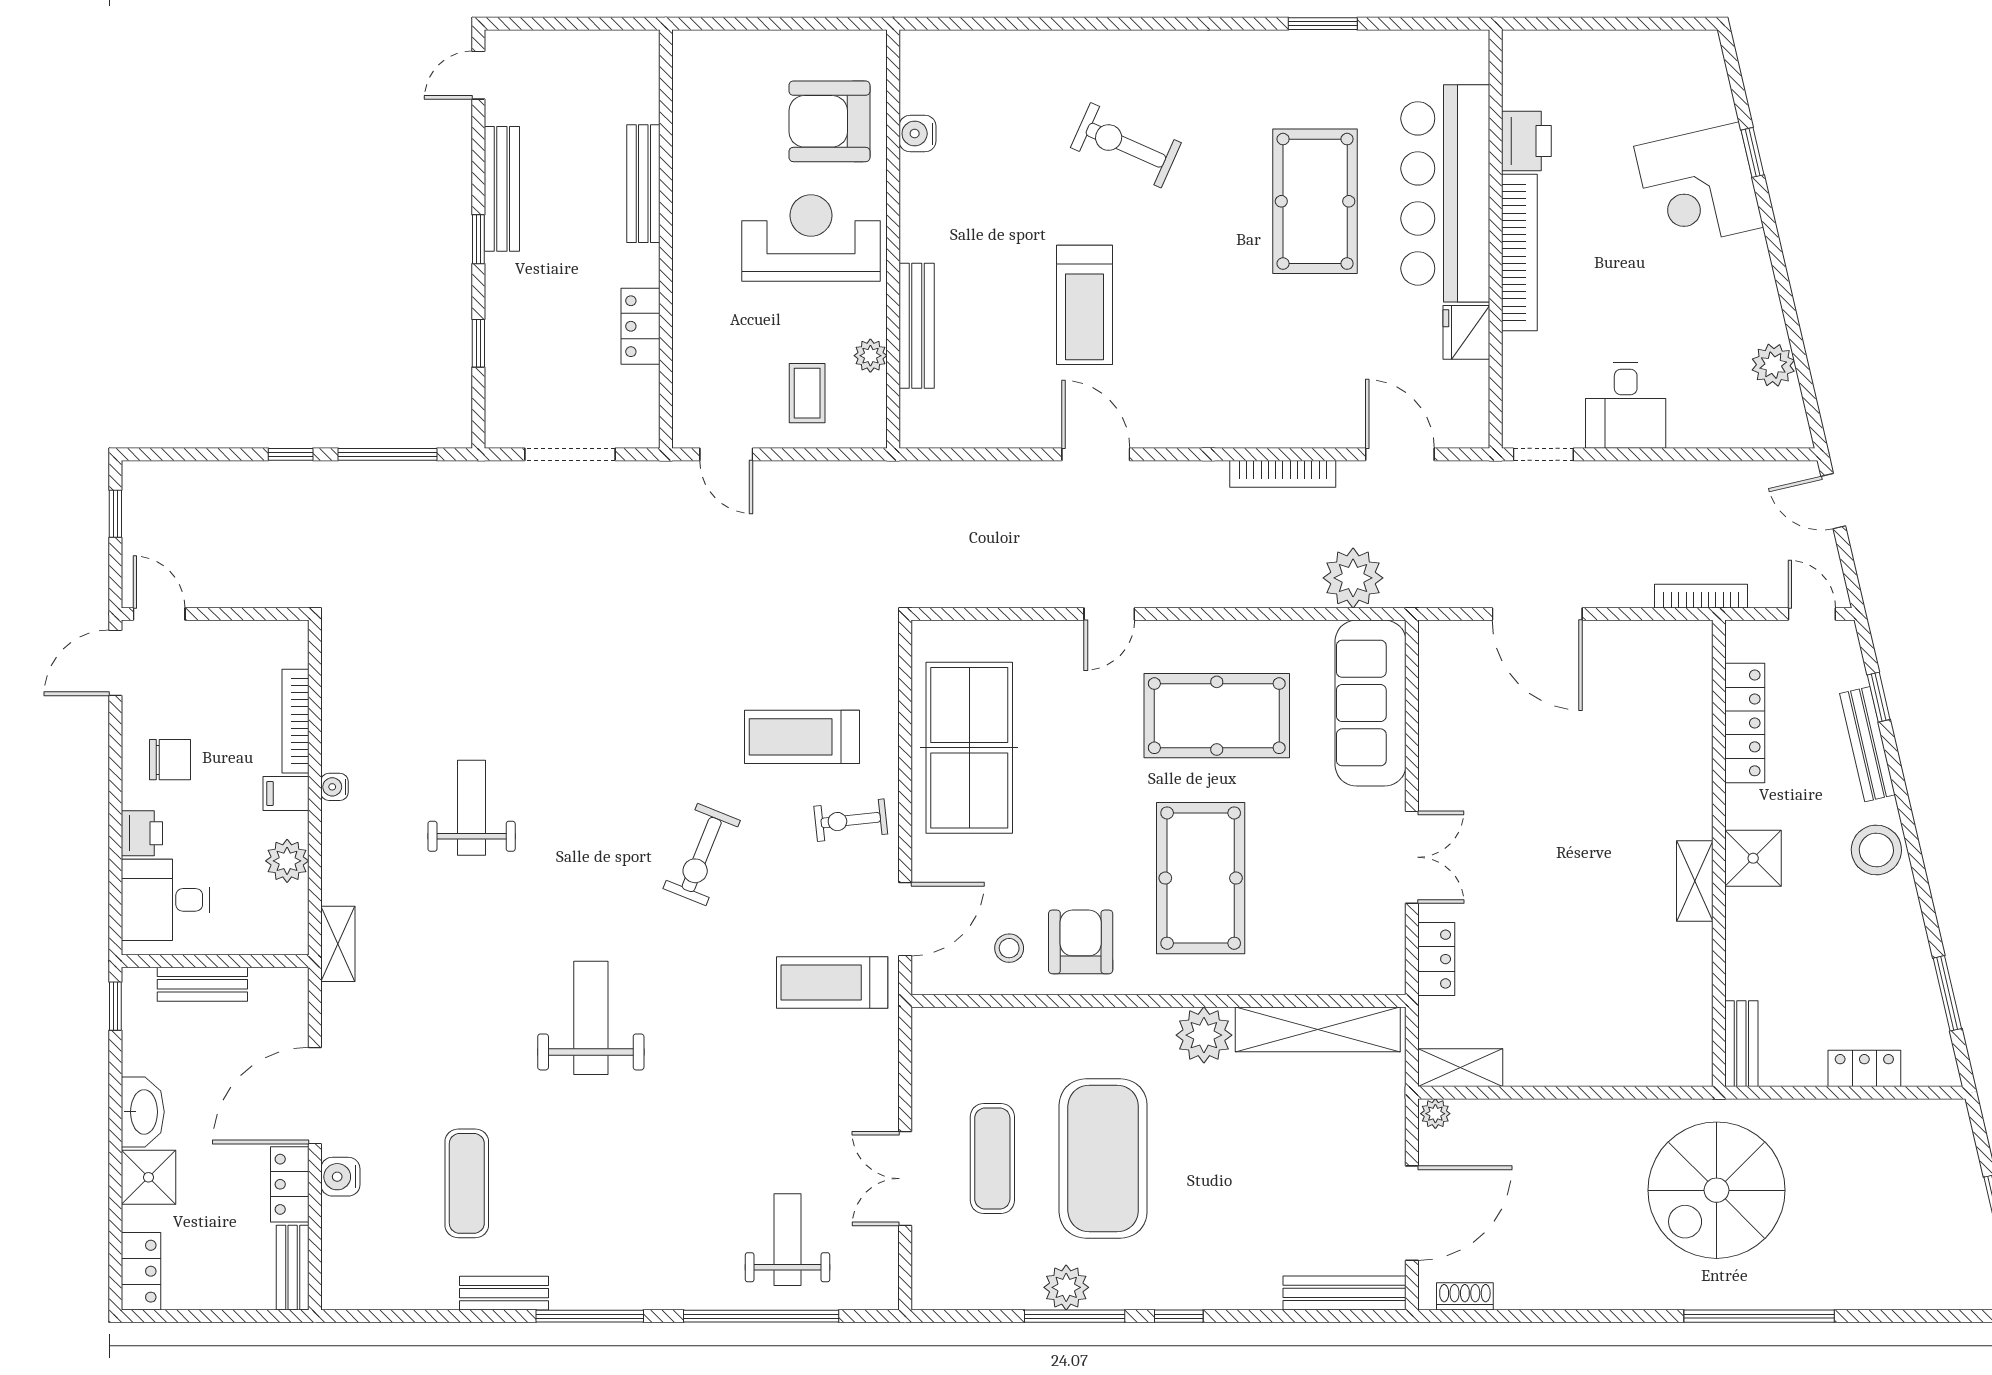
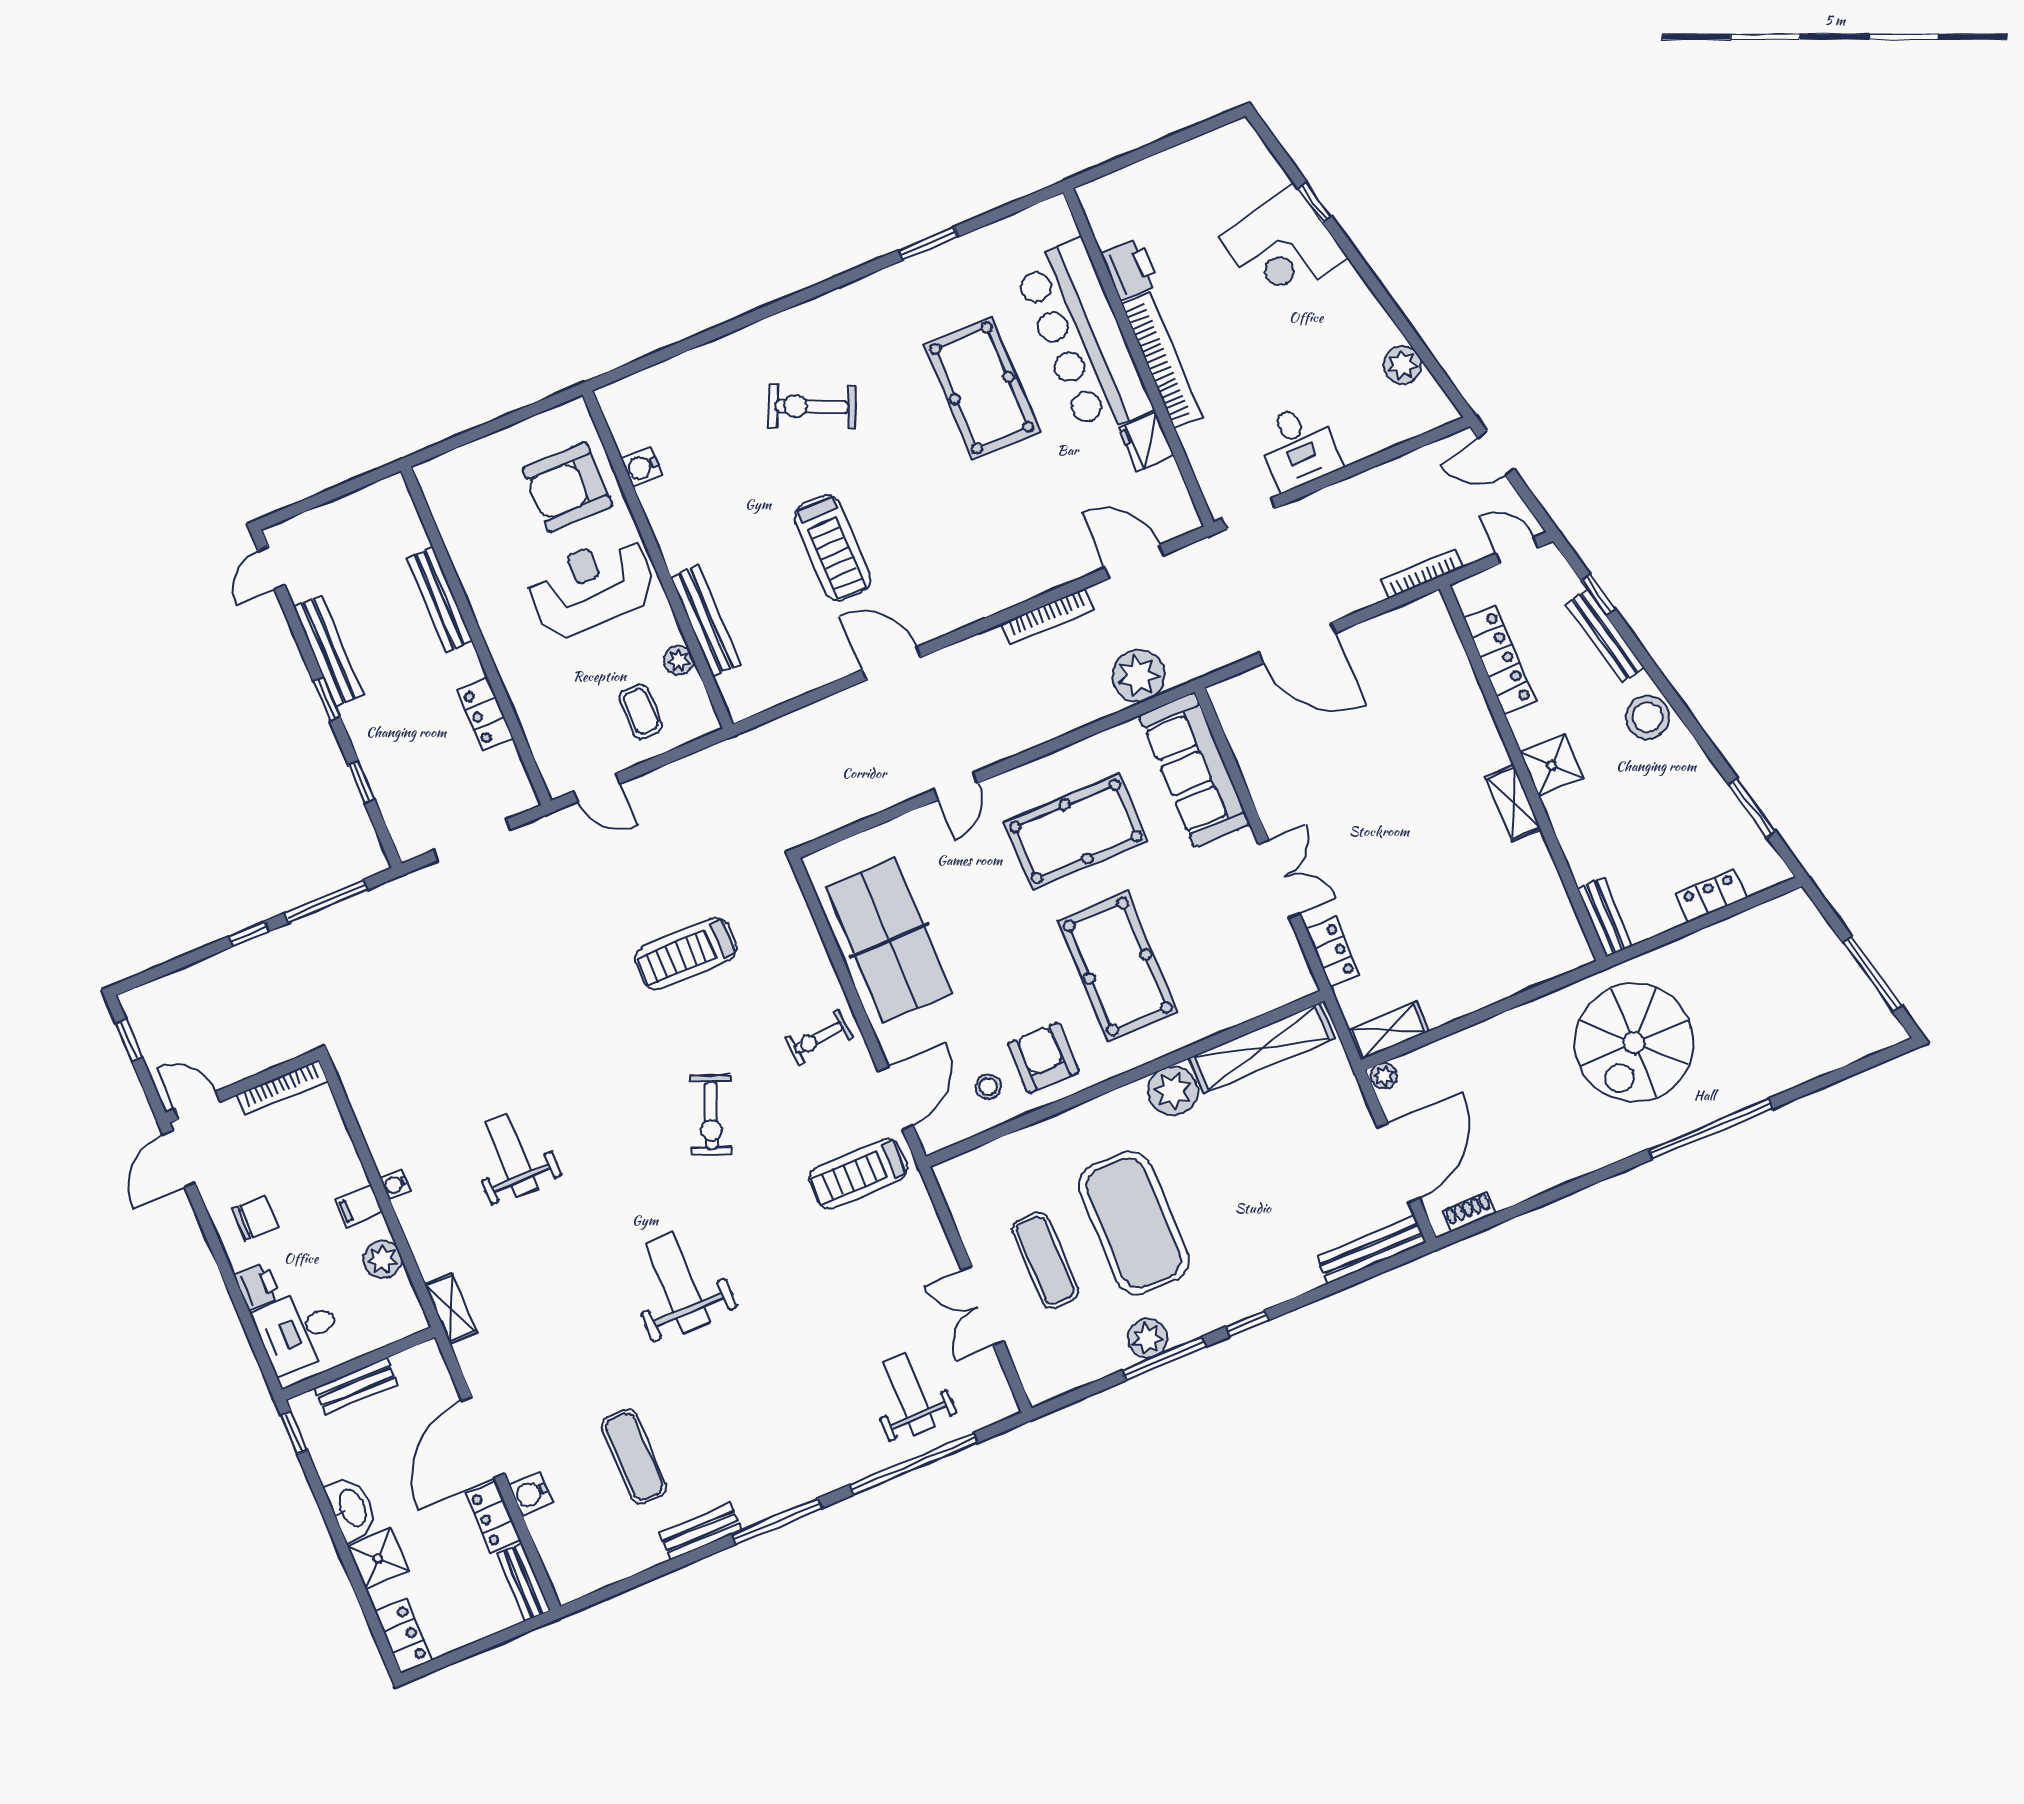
bookcase: (295, 721) -> (282, 1088), moved, turned -90
treadmill: (802, 737) -> (686, 954), moved

